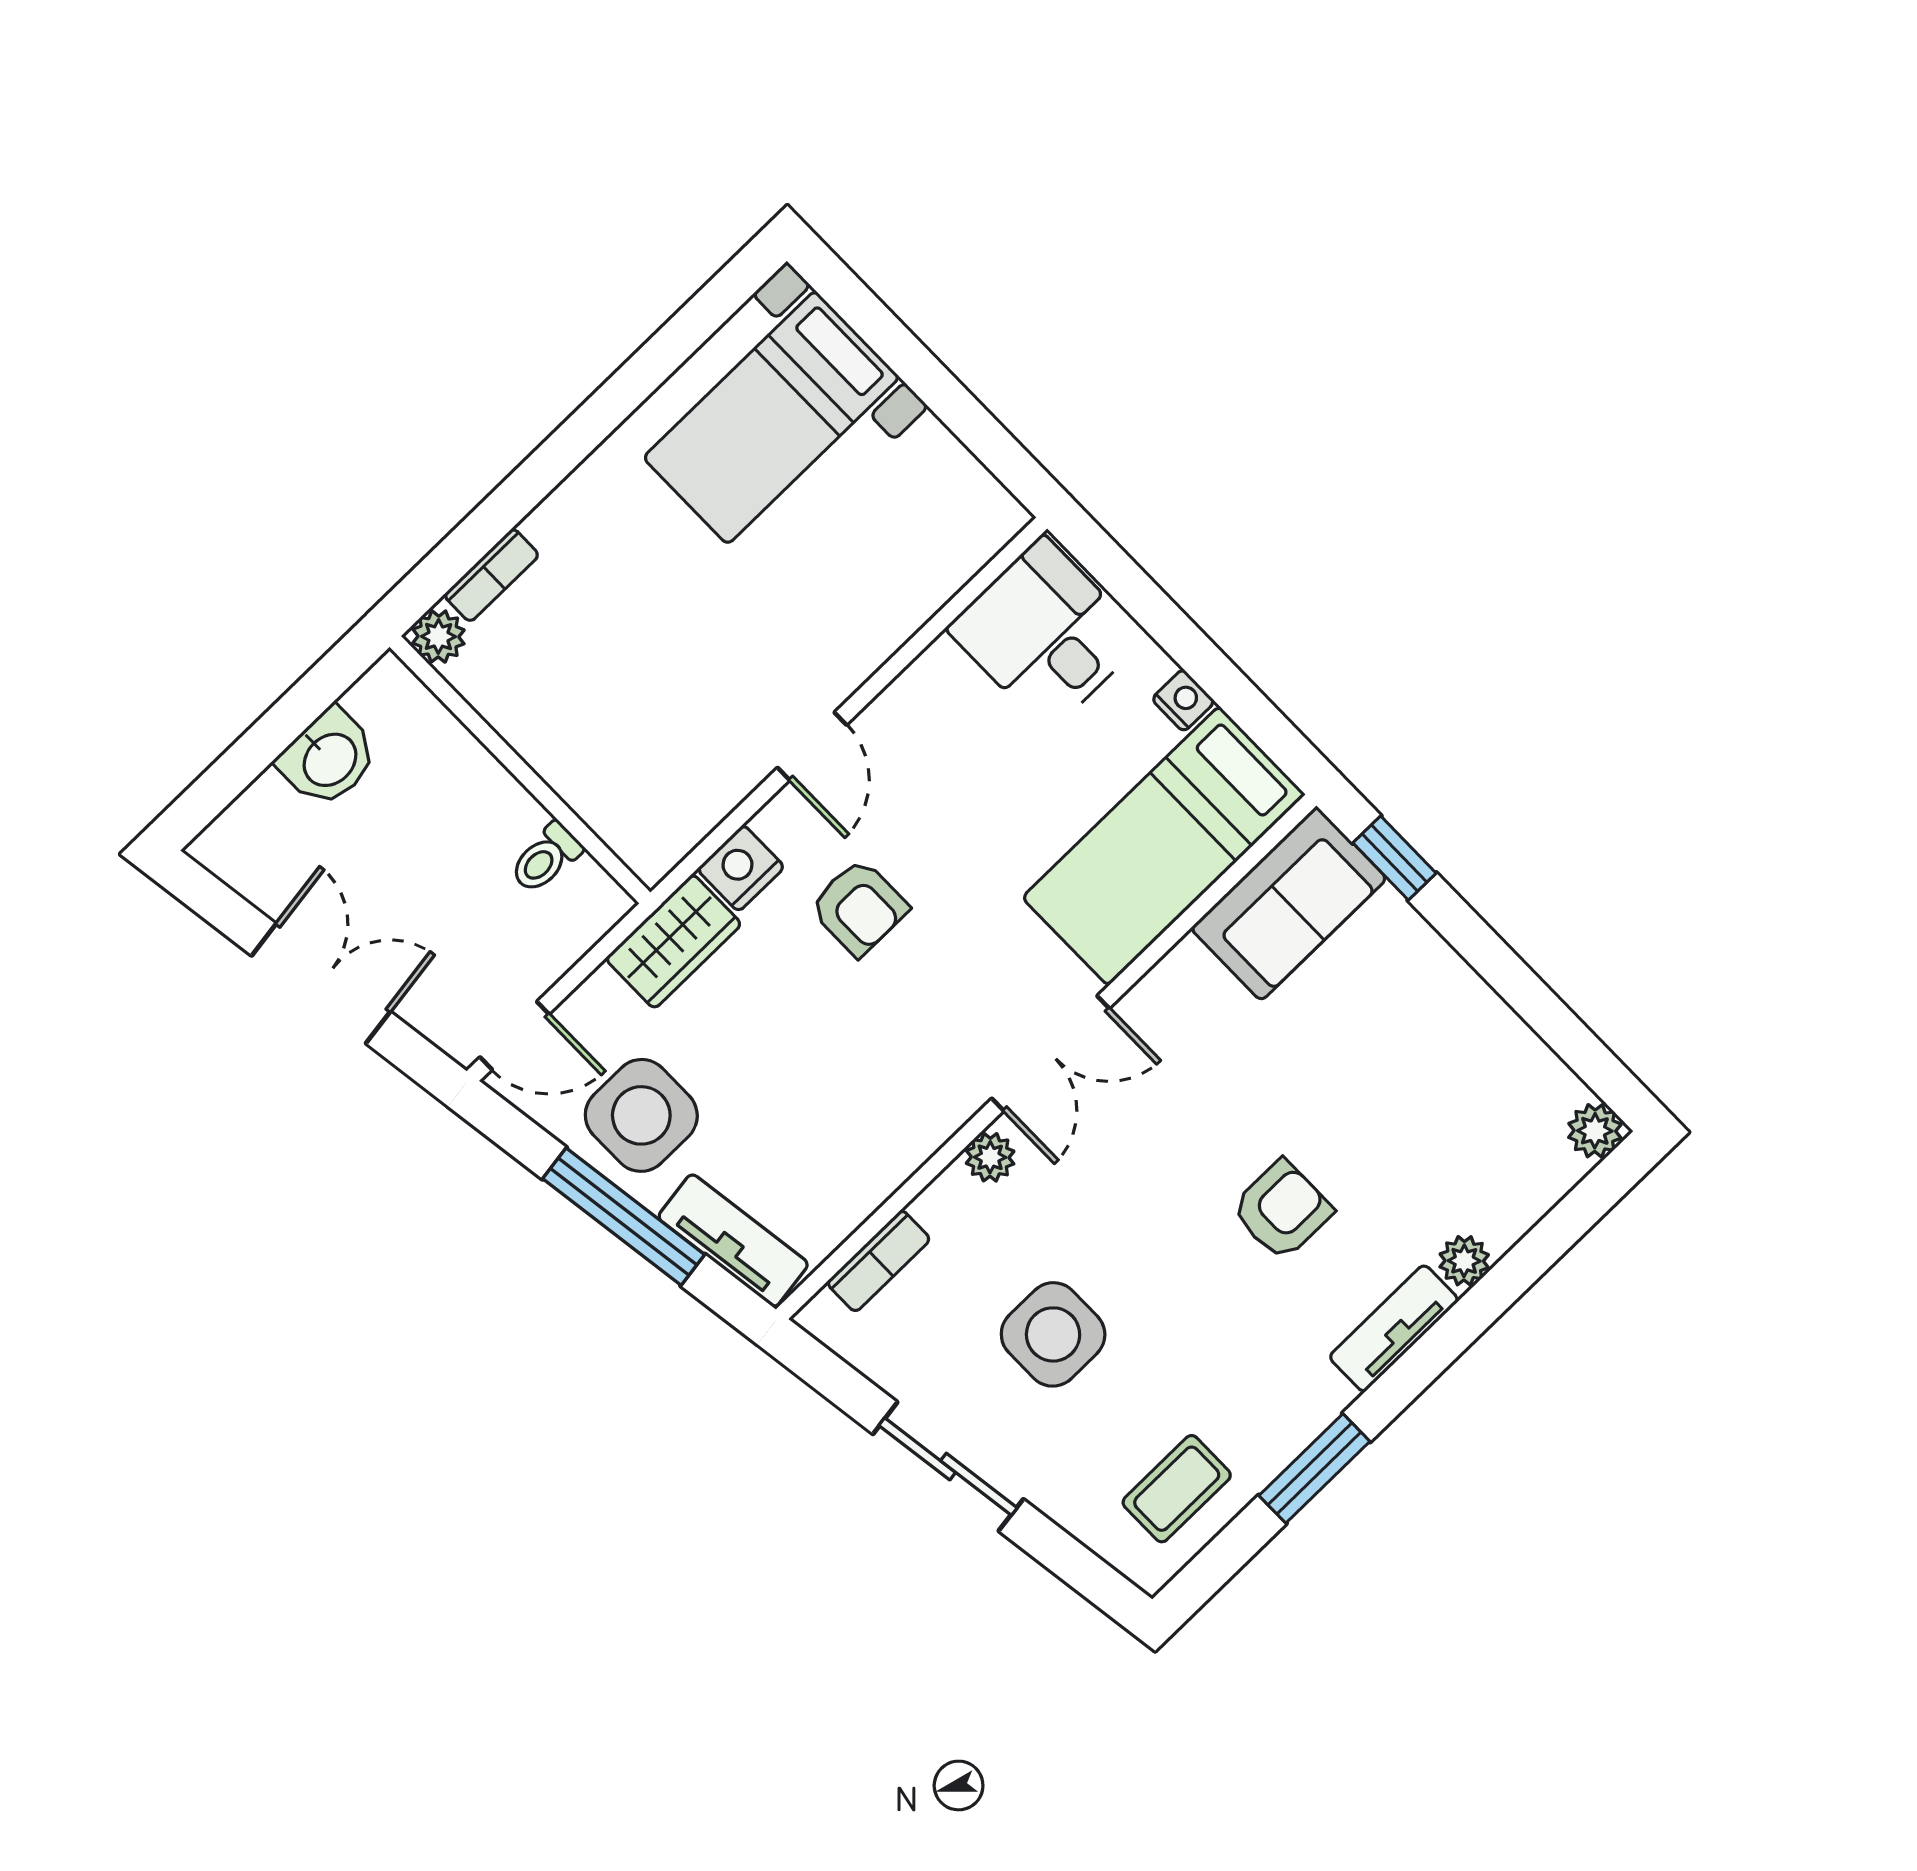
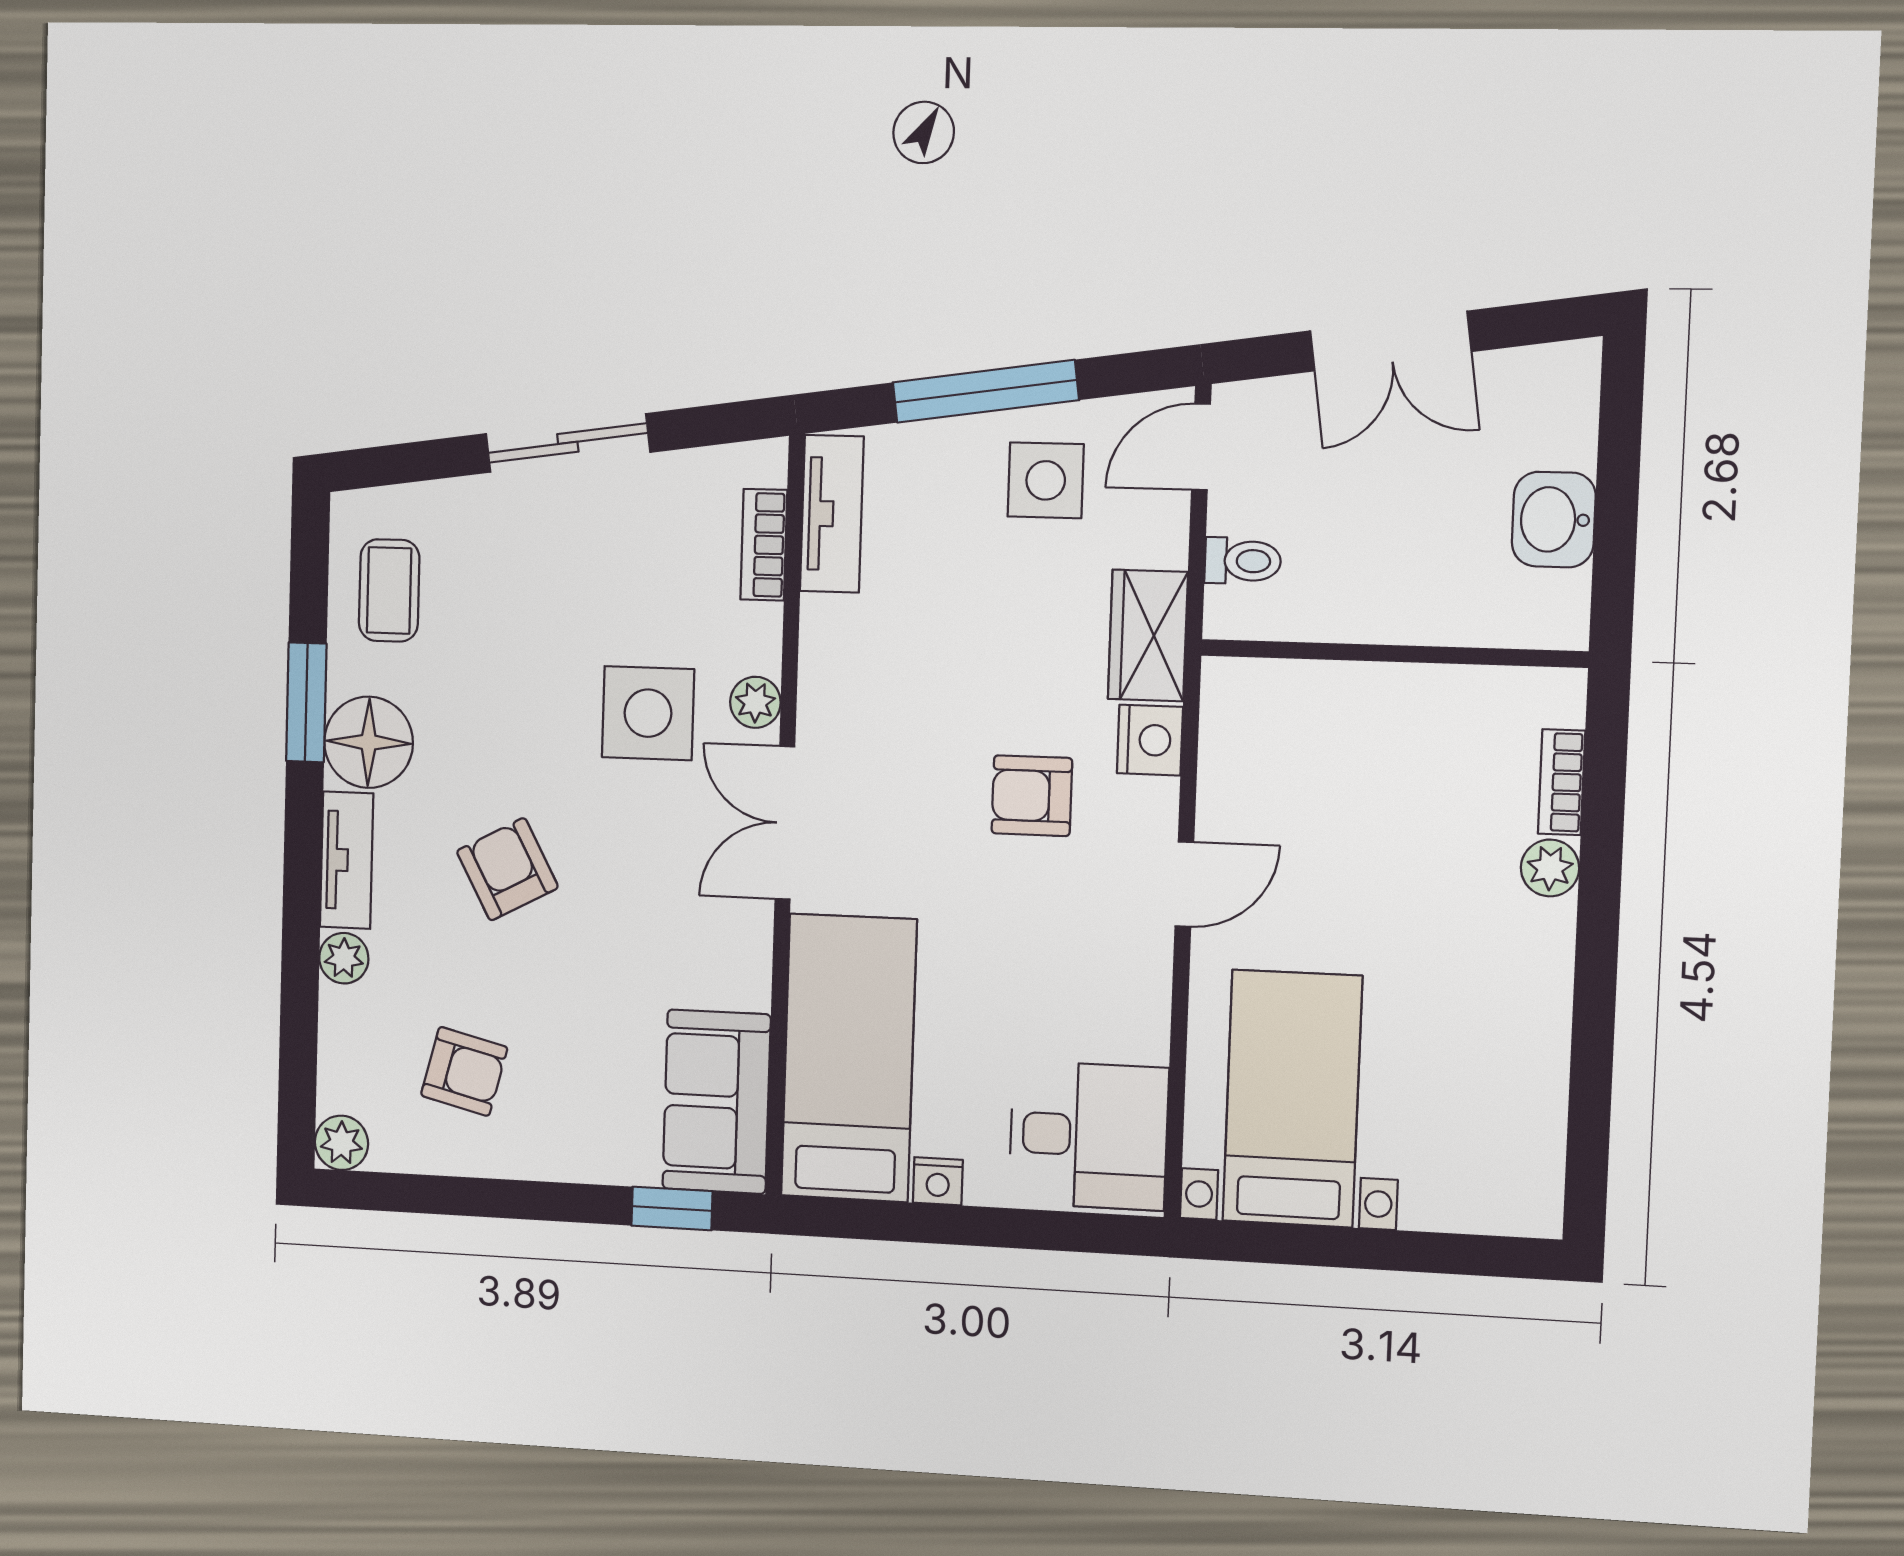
bed with nightstands: (771, 418) -> (1292, 1099), moved
plant: (438, 637) -> (1550, 868), moved
door: (812, 746) -> (1184, 884), swing flipped
toilet: (546, 858) -> (1243, 561), moved, turned 90
armchair: (1453, 1097) -> (464, 1071), added
side table: (641, 1115) -> (1046, 480), width x0.73, depth x0.73
armchair: (1282, 1210) -> (507, 869), turned 152
tv unit: (733, 1241) -> (832, 514), moved, turned -82
side table: (1053, 1334) -> (648, 713), moved
floor lamp: (1296, 1396) -> (369, 742), added

